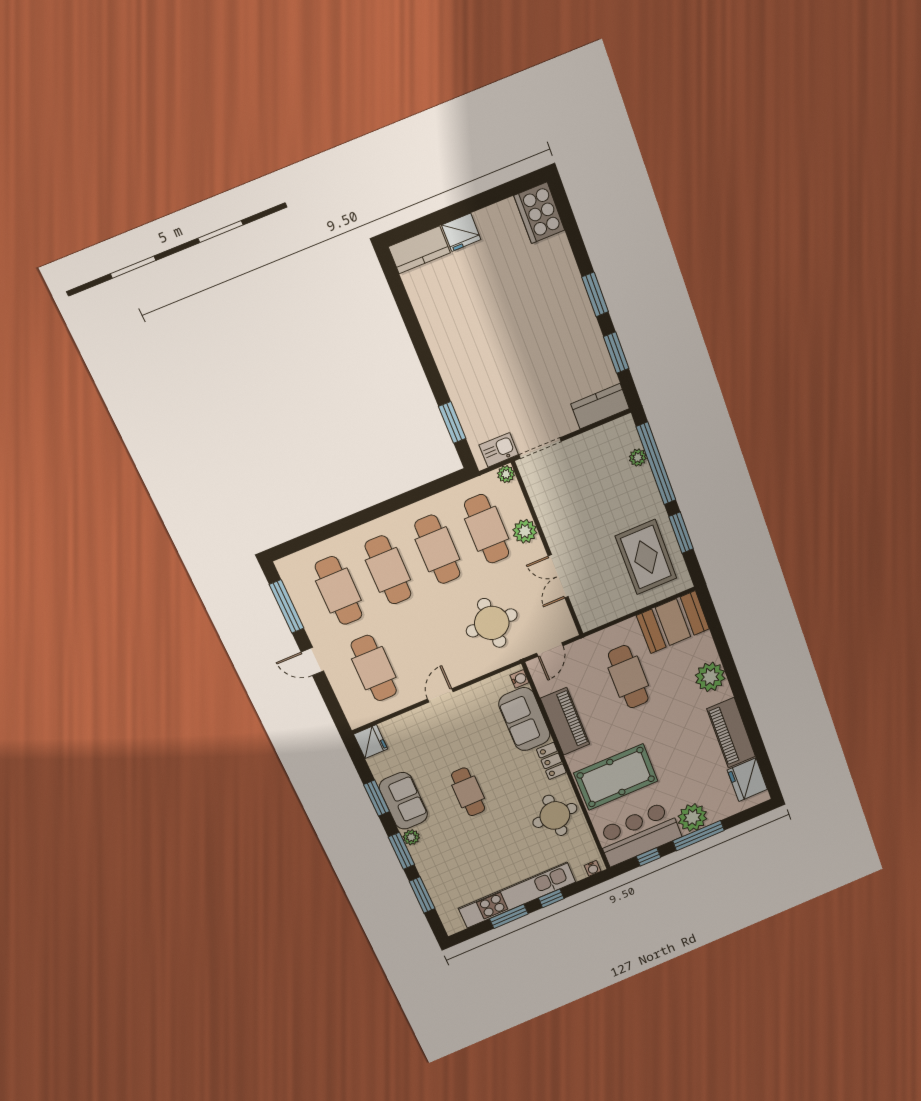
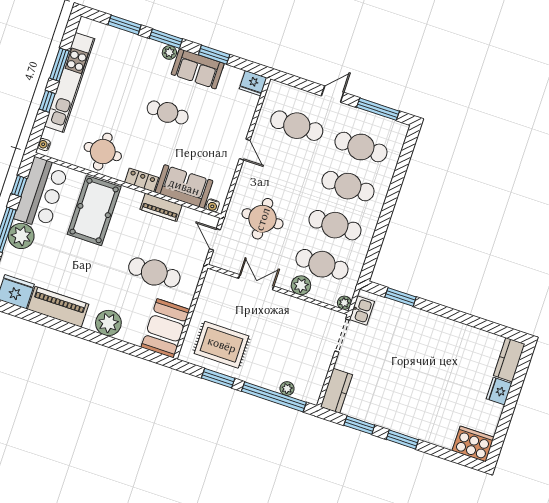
piano: (565, 721) -> (161, 207), width x0.73, depth x0.75

